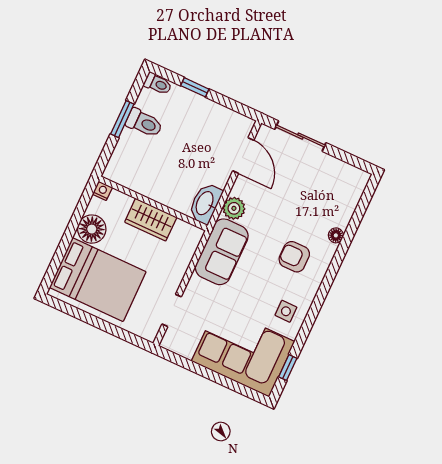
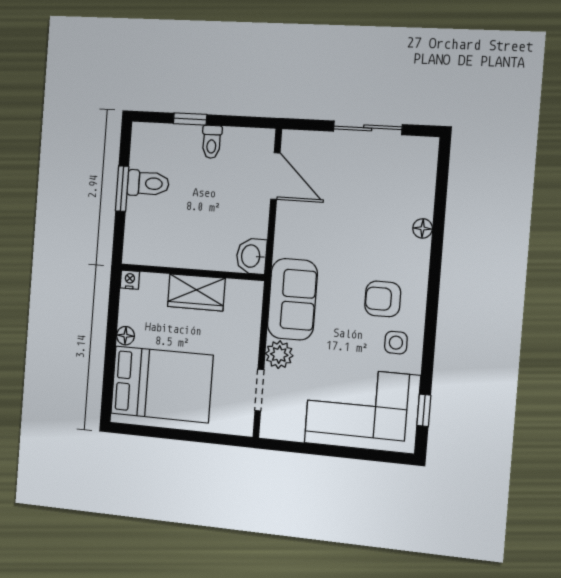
toilet: (158, 84) -> (212, 142), moved, turned 90
sliding door: (300, 136) -> (368, 128), moved
washbasin: (205, 203) -> (251, 256), width x0.72
plant: (234, 208) -> (279, 355), moved
floor lamp: (92, 229) -> (125, 336), width x0.53, depth x0.53
armchair: (294, 257) -> (383, 299), moved

